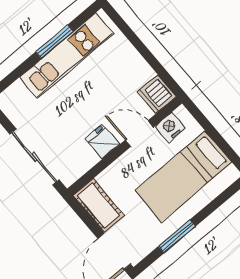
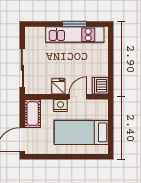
nightstand: (170, 127) -> (60, 106), moved
door: (139, 134) -> (78, 97), hinge flipped
window: (177, 236) -> (56, 157), removed

